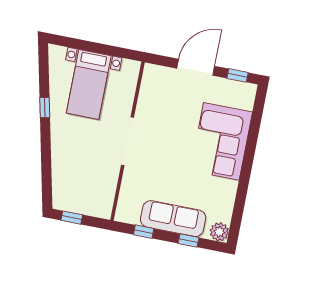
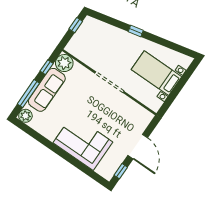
window: (45, 108) -> (136, 31), moved
plant: (128, 211) -> (64, 63), added
window: (189, 240) -> (28, 94), width x2.17

